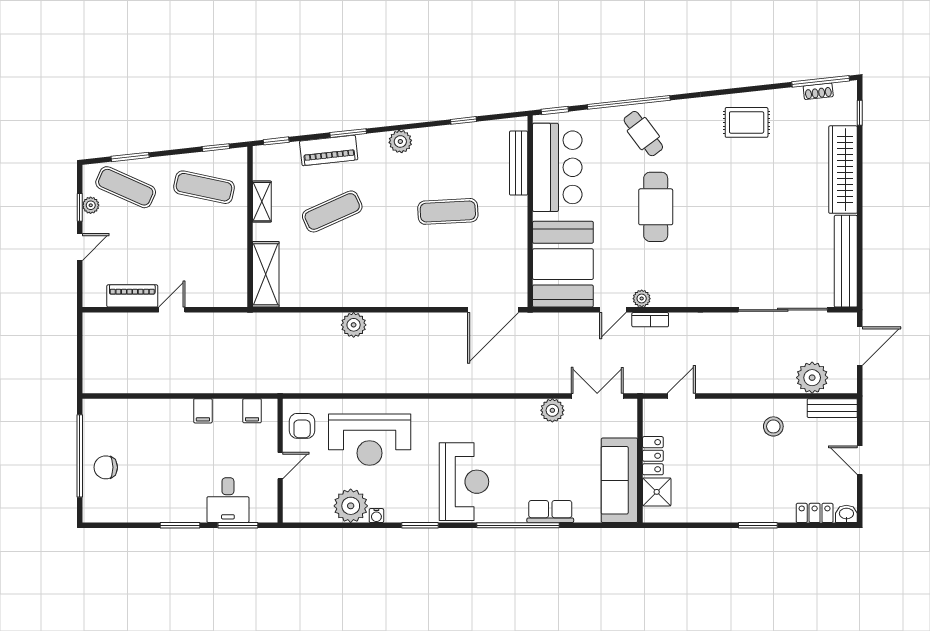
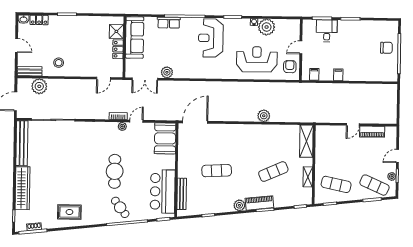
piano: (329, 150) -> (259, 203), moved
booth: (563, 264) -> (165, 138), width x0.73, depth x0.70

